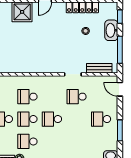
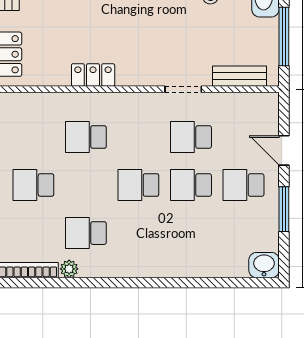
locker: (31, 68) -> (93, 75), added
door: (120, 89) -> (284, 150), moved
school desk: (27, 119) -> (191, 185), moved

